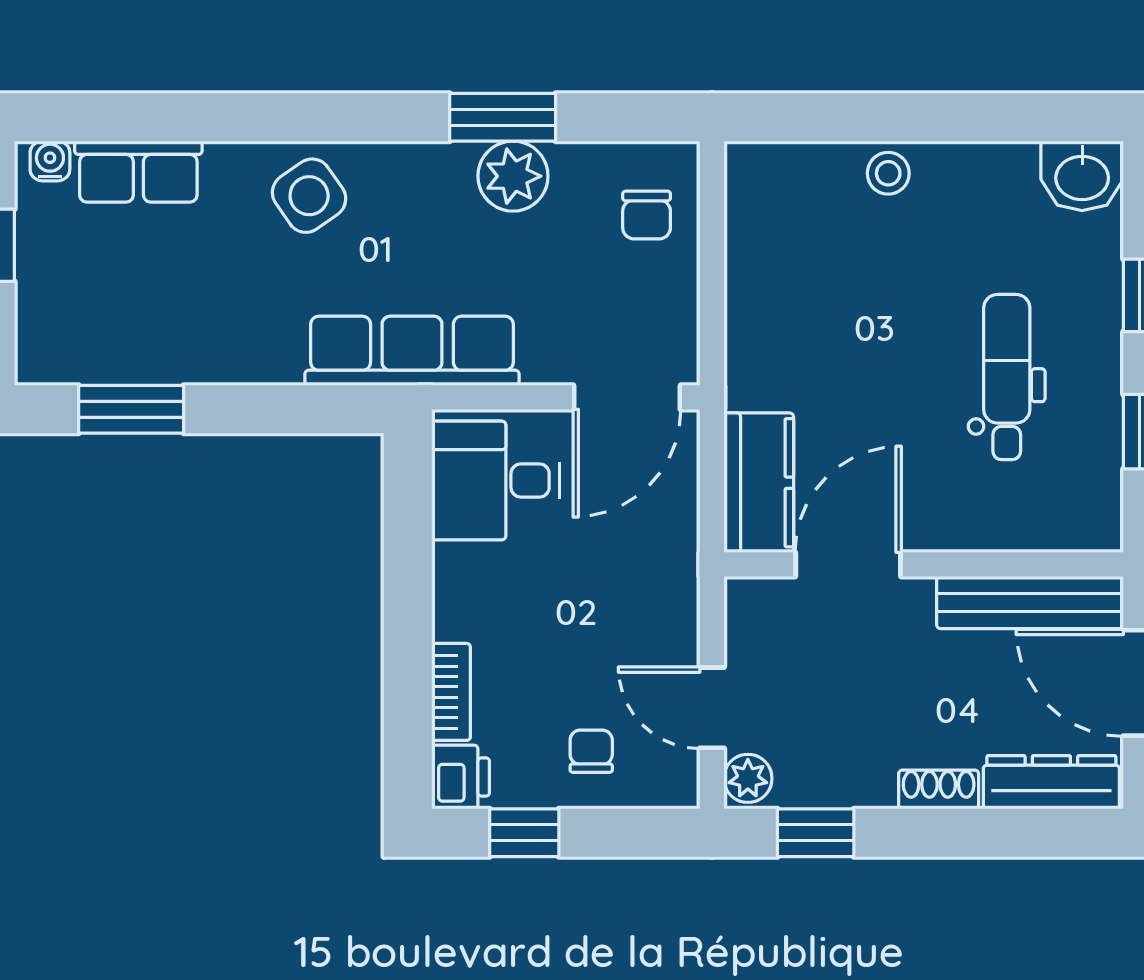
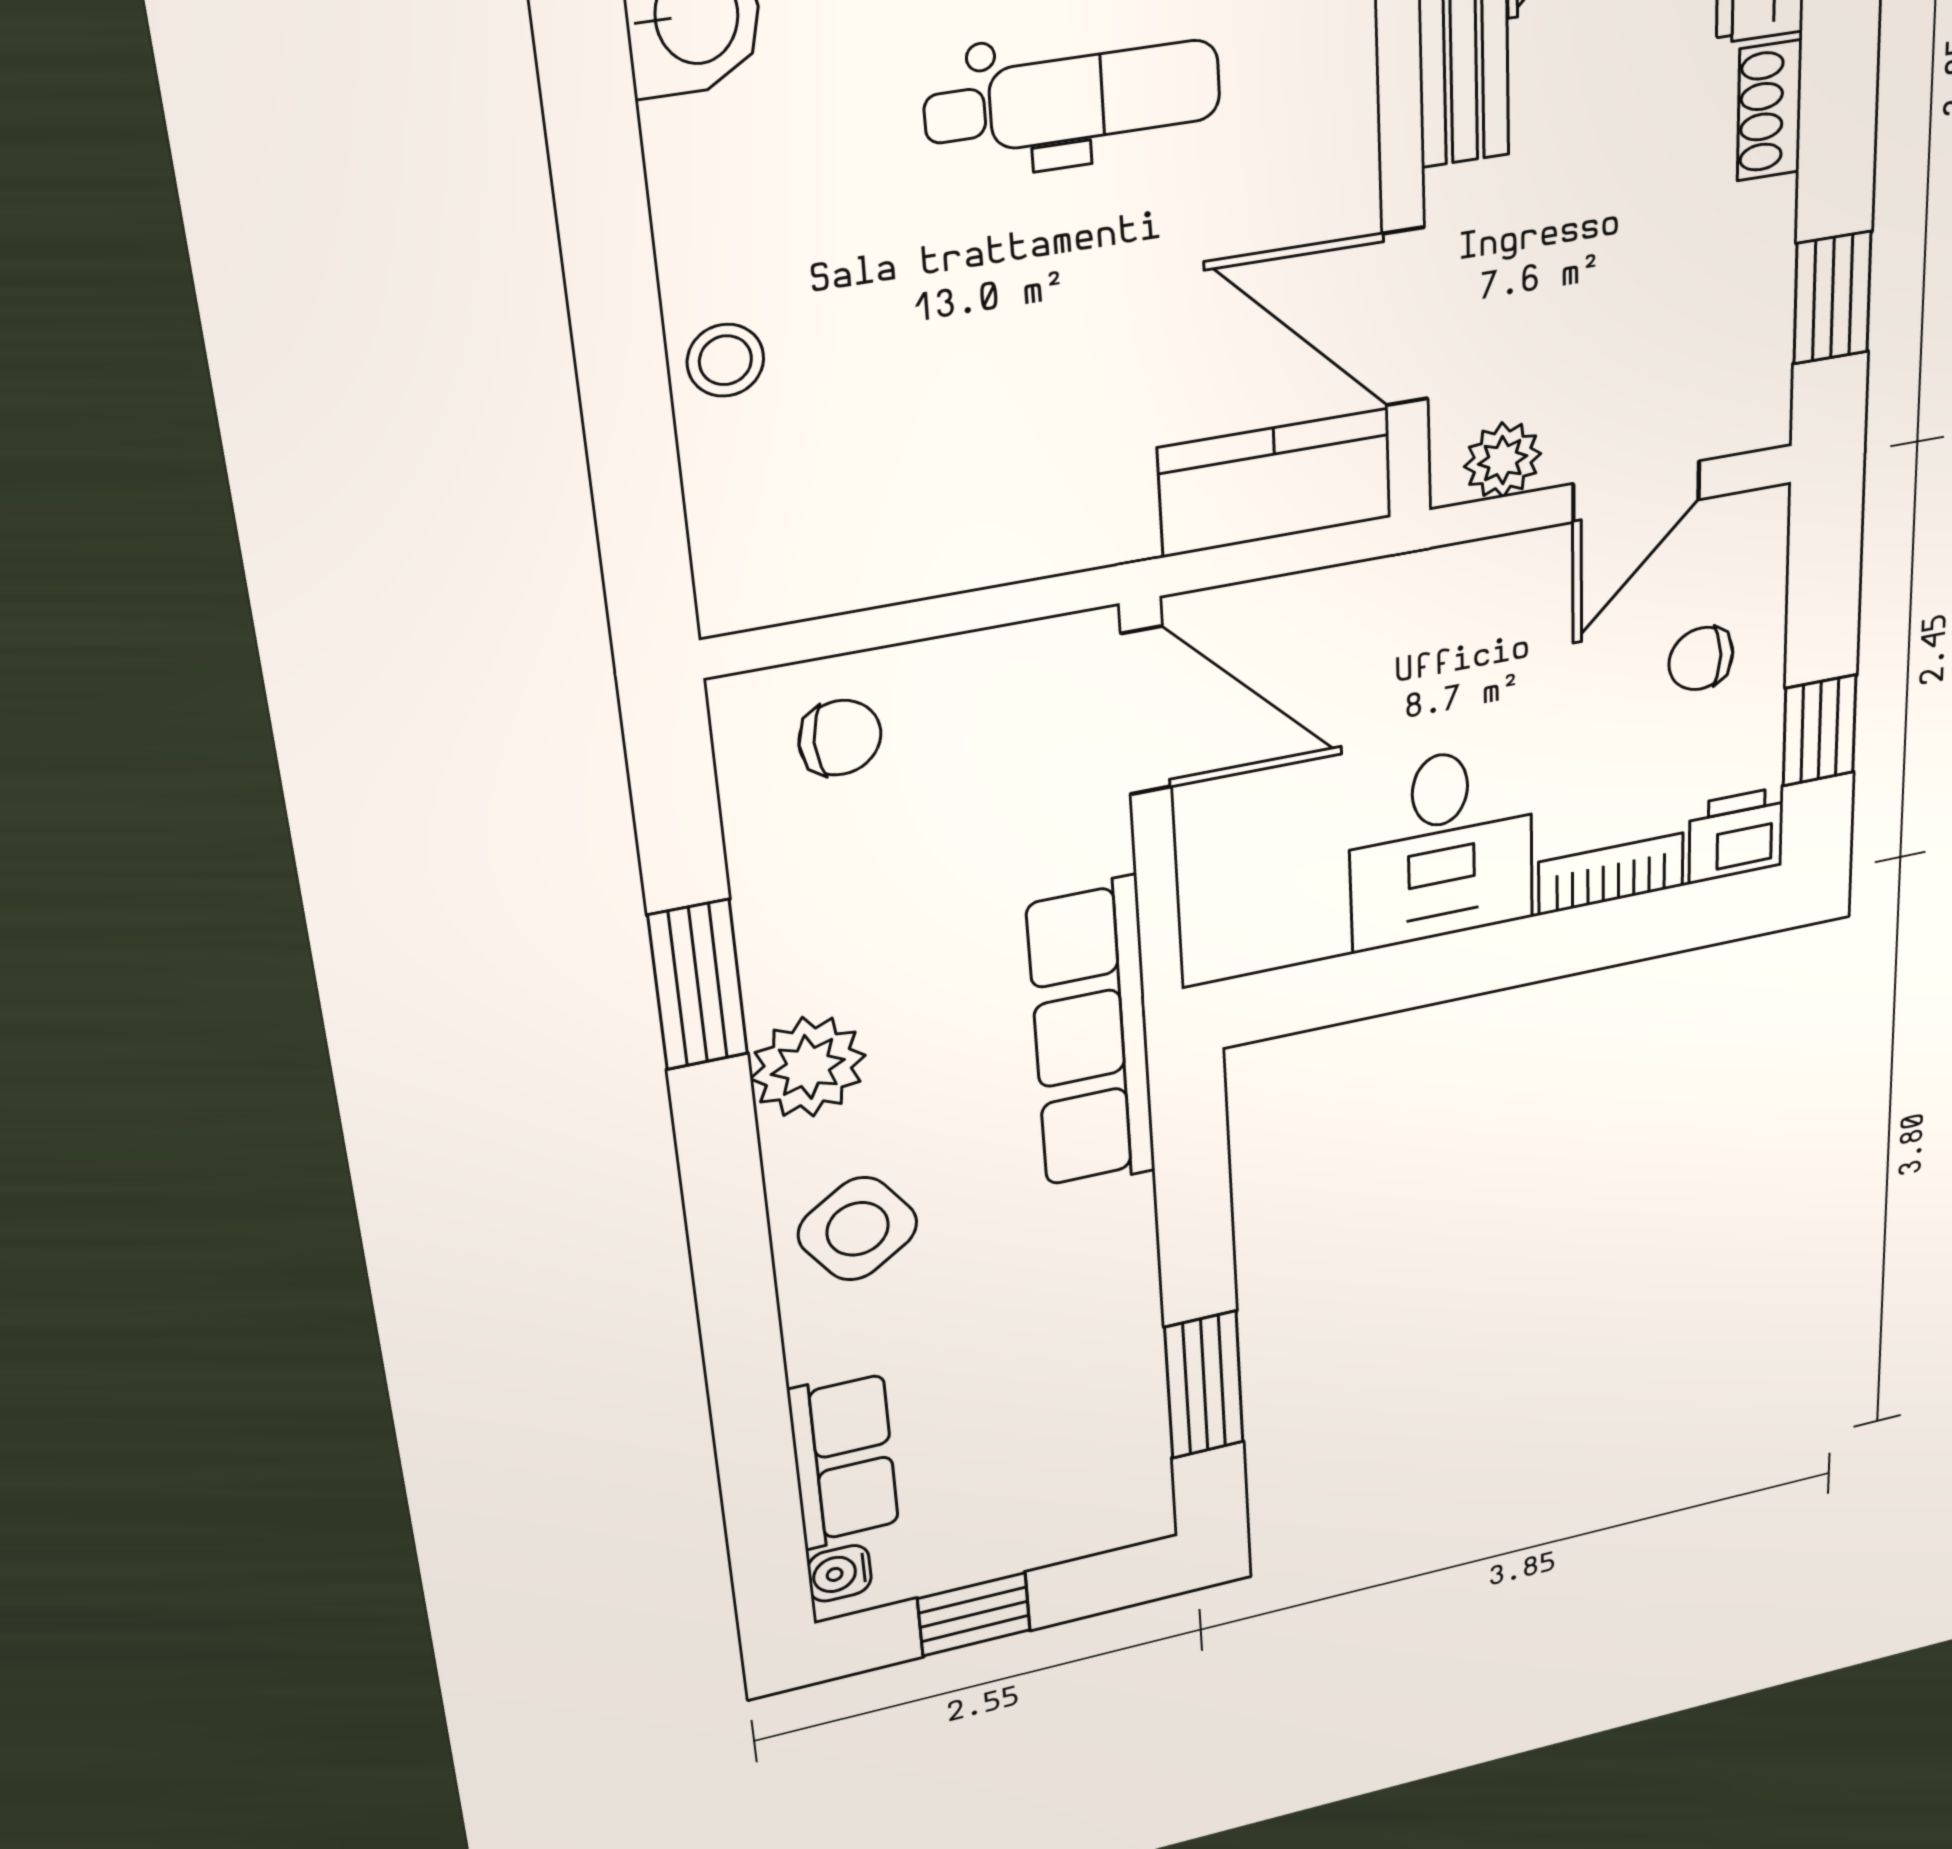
plant: (513, 176) -> (808, 1067), moved
dental chair: (1007, 377) -> (1073, 99), turned 180
desk: (496, 480) -> (1441, 846), moved
plant: (748, 778) -> (1503, 460), moved

